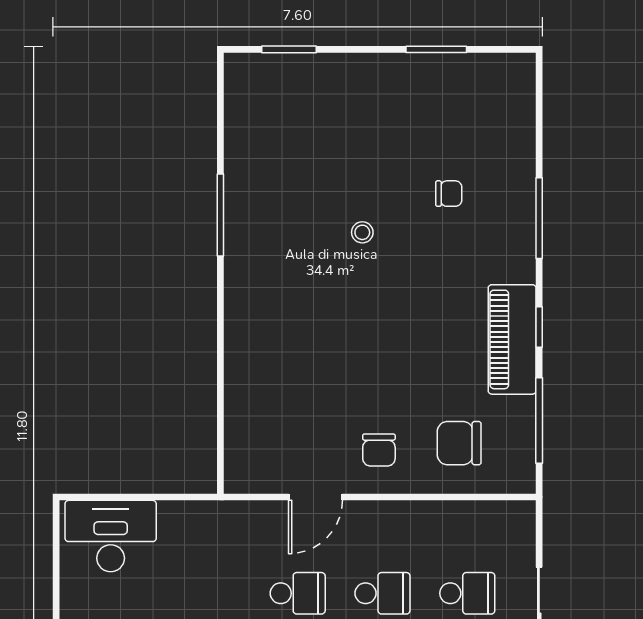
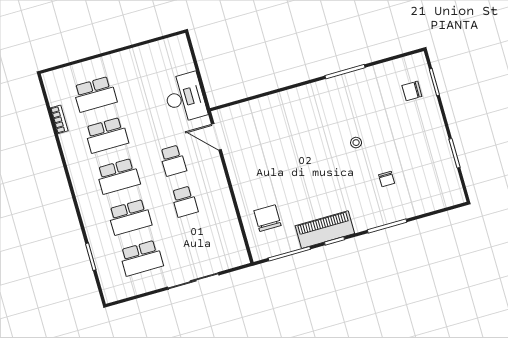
chair: (379, 450) -> (412, 91), moved
door: (315, 497) -> (216, 137), moved
desk: (111, 536) -> (185, 98), moved
school desk: (467, 593) -> (196, 243), removed

